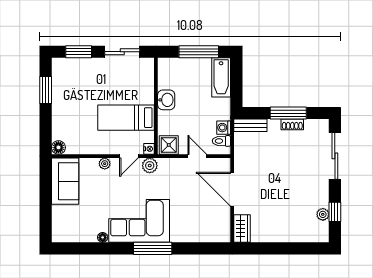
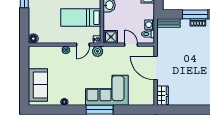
sofa: (65, 181) -> (38, 85), moved
corner sofa: (139, 221) -> (107, 90), moved

